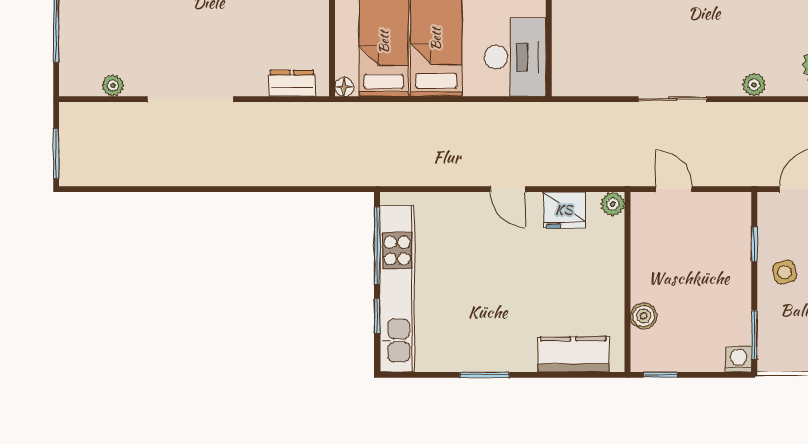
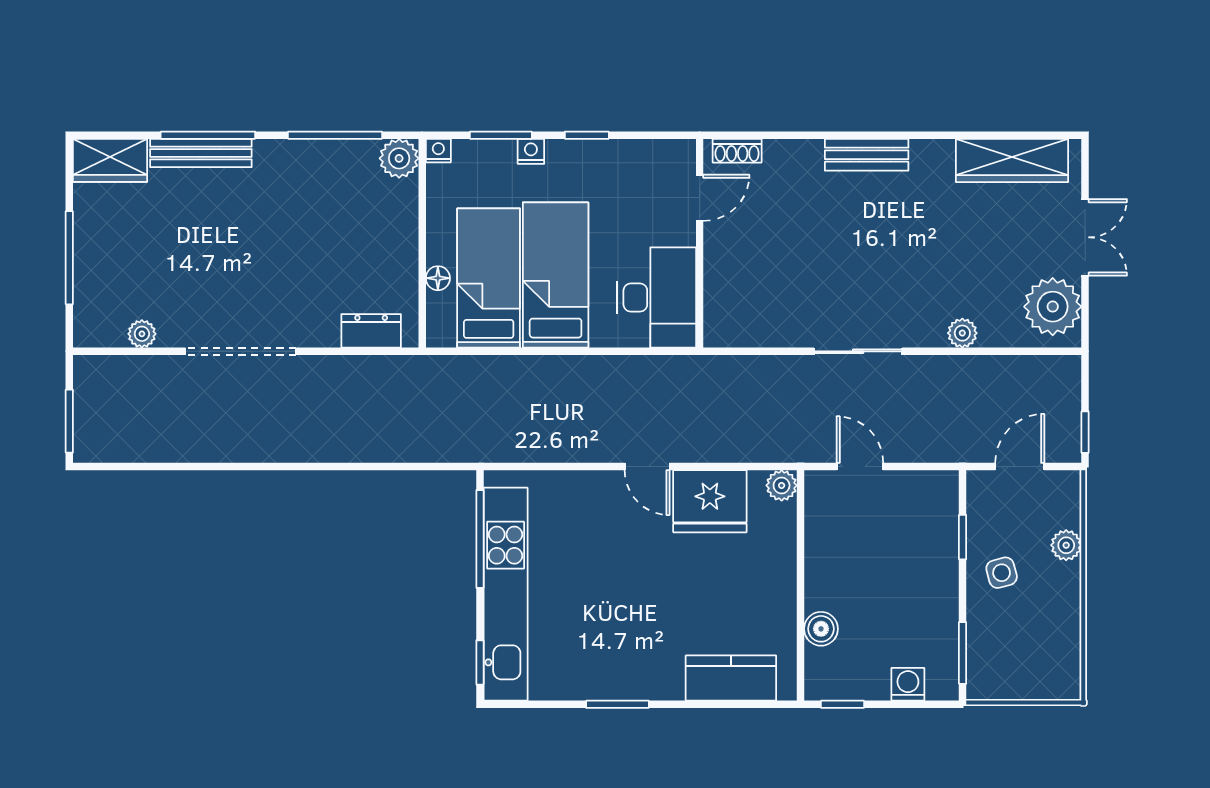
floor lamp: (344, 87) -> (438, 278), moved
fridge: (564, 210) -> (710, 501), width x1.36, depth x1.34
window: (377, 316) -> (480, 662), moved
washing machine: (739, 359) -> (908, 684), moved

